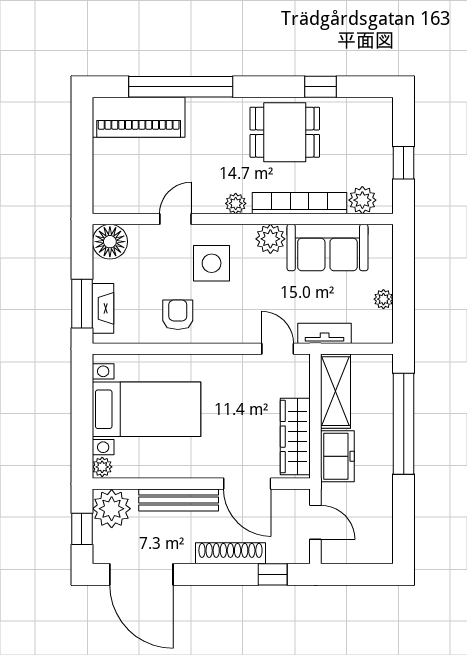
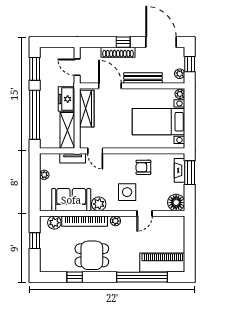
armchair: (178, 315) -> (143, 167), turned 90
plant: (112, 509) -> (180, 74), width x0.53, depth x0.53
window: (404, 519) -> (35, 69), added
window: (273, 574) -> (123, 42), moved

